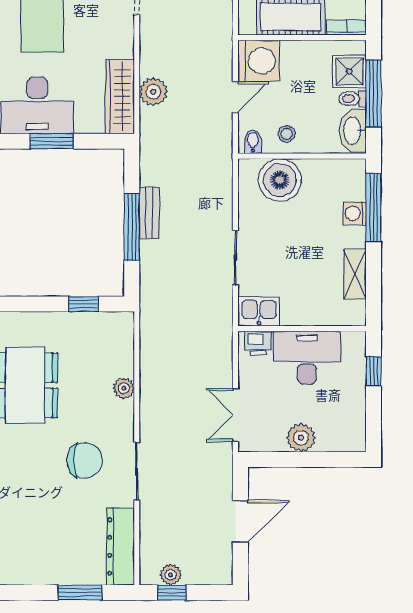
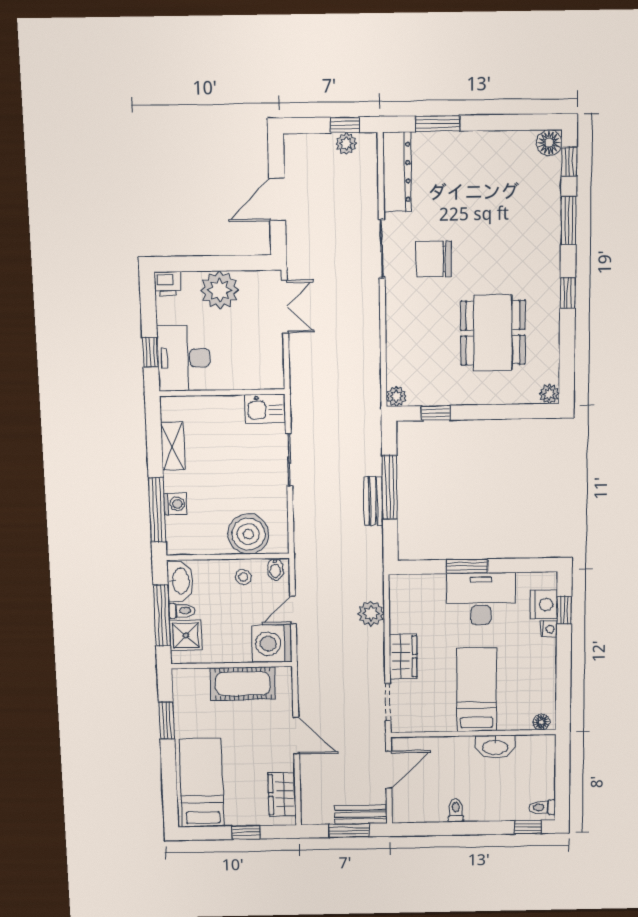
bookcase: (347, 27) -> (190, 675), removed
wardrobe: (120, 97) -> (403, 657), moved, width x0.67
printer: (258, 343) -> (168, 284), moved, turned 180
desk: (307, 358) -> (184, 358), moved, turned 90
plant: (124, 388) -> (396, 396), moved
plant: (301, 438) -> (220, 290), width x1.36, depth x1.36

